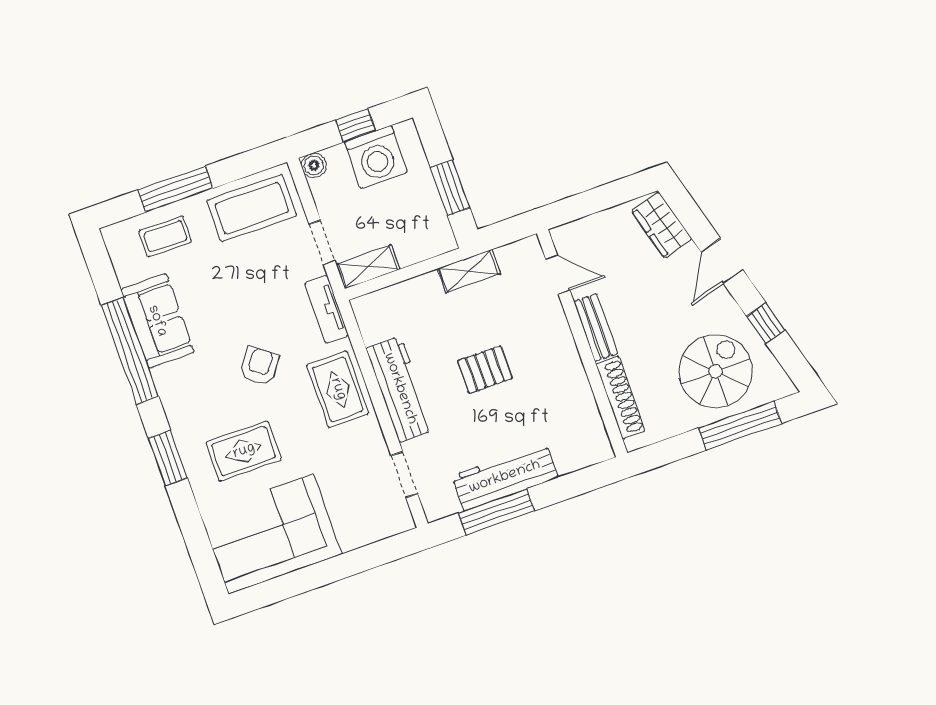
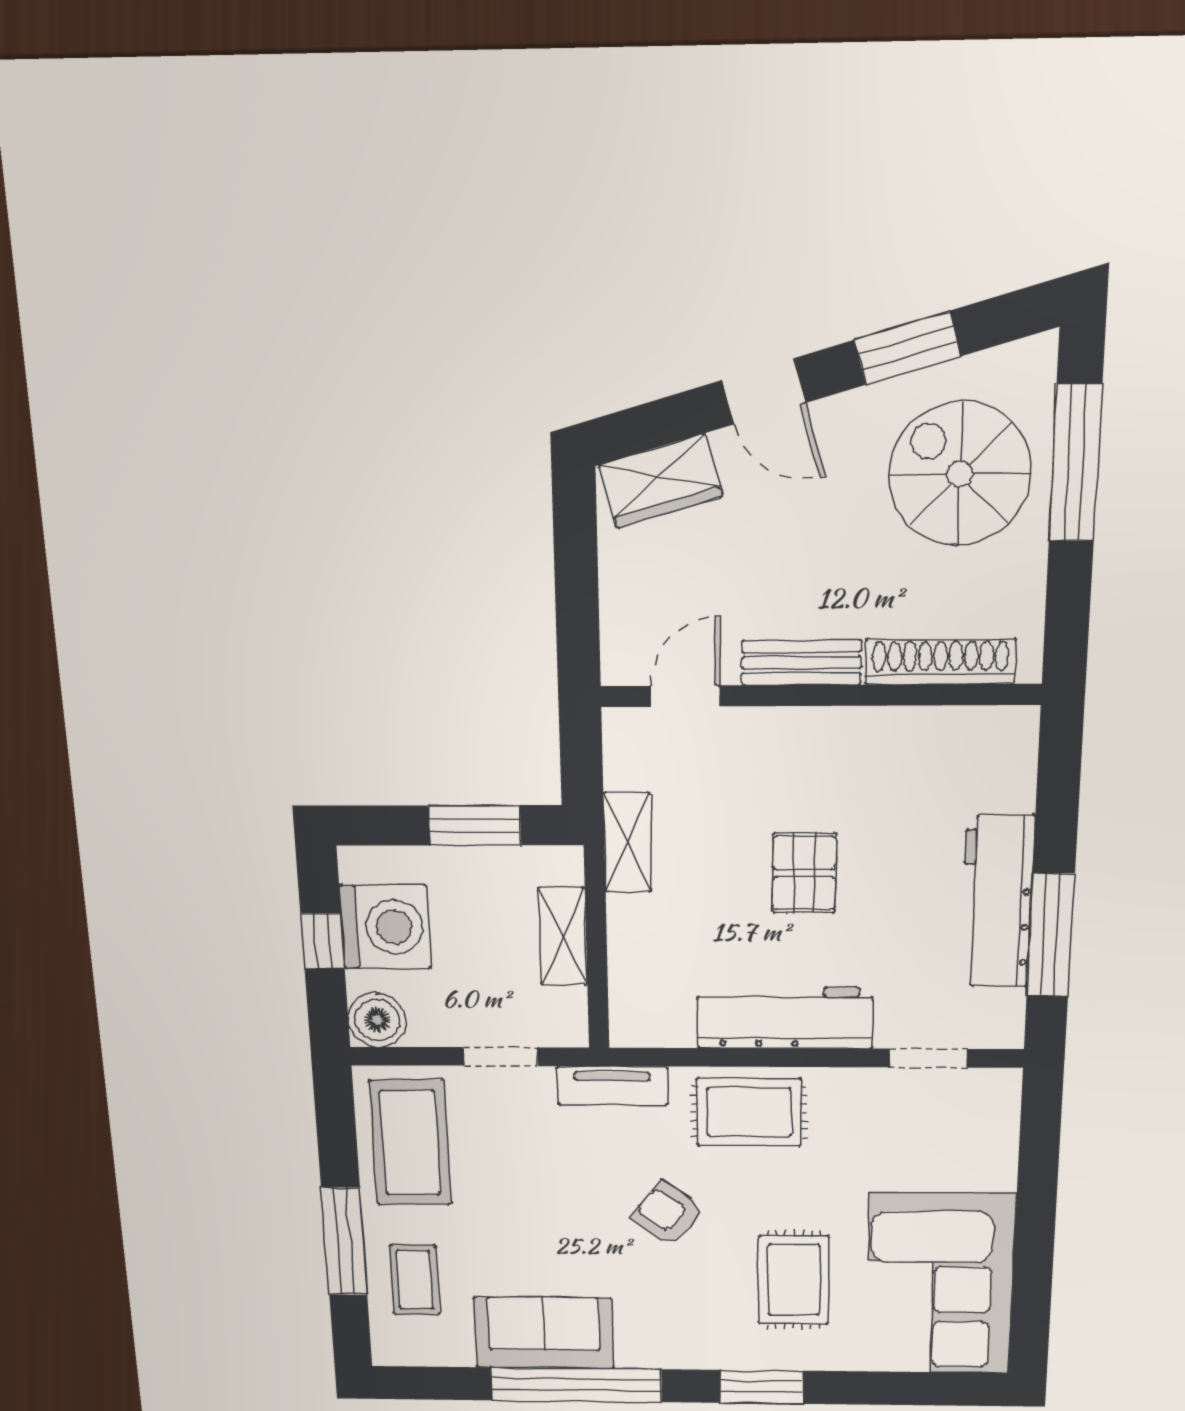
boiler: (314, 165) -> (377, 1020), width x1.36, depth x1.36
shelving: (368, 267) -> (563, 937), moved
window: (766, 323) -> (908, 348), width x1.50

